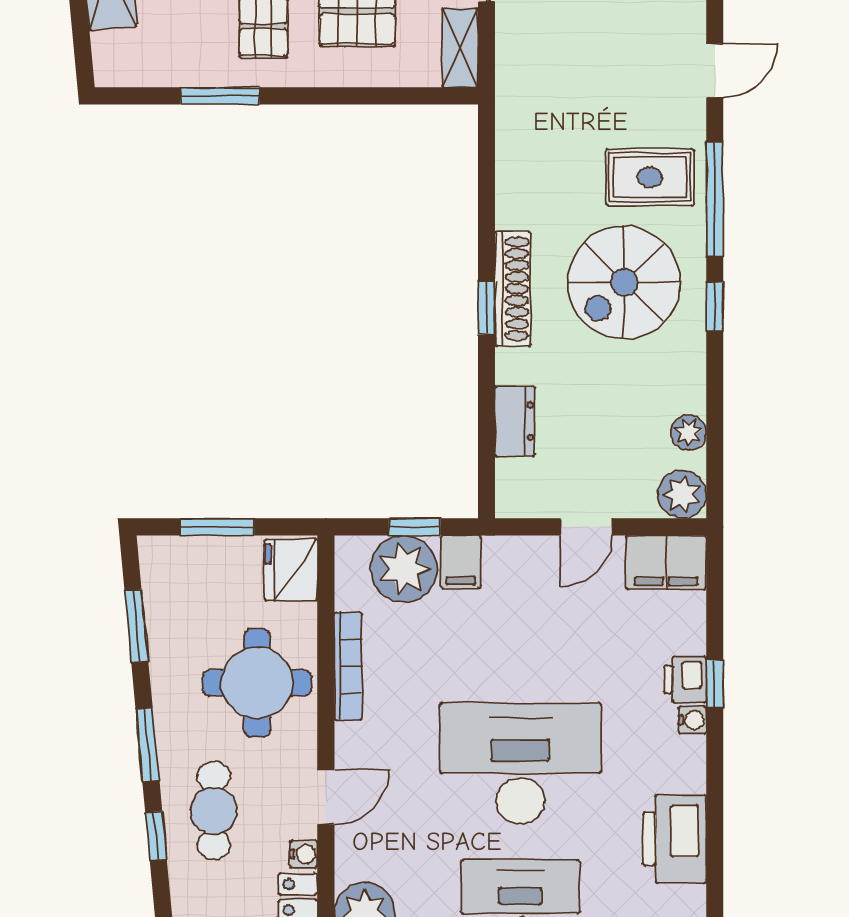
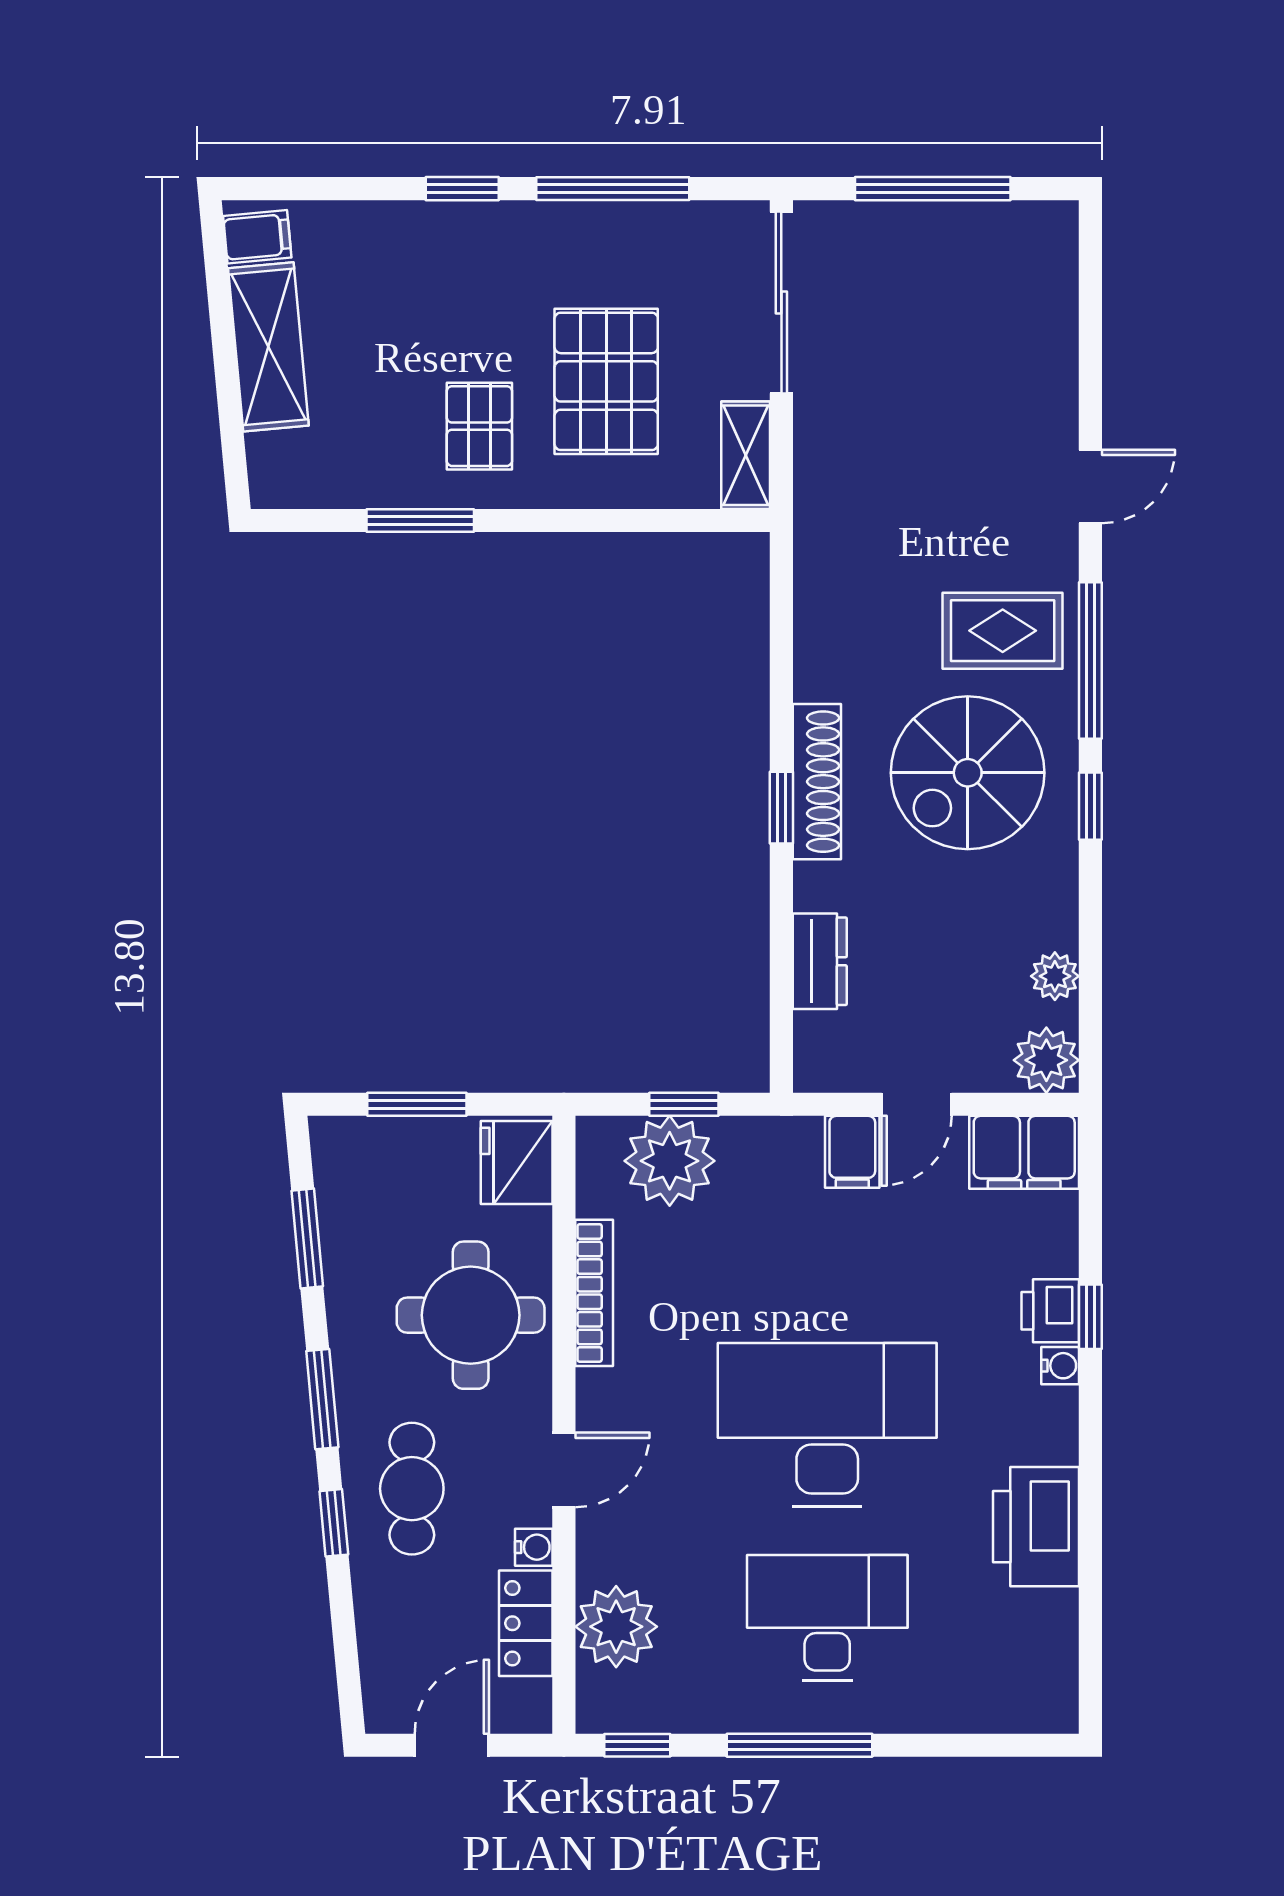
filing cabinet: (461, 562) -> (852, 1152), moved

